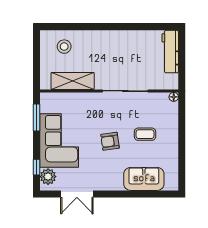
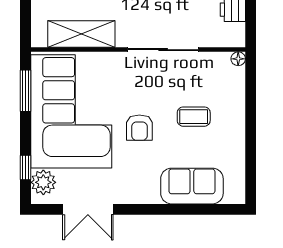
corner sofa: (59, 141) -> (71, 111), width x1.36, depth x1.36
armchair: (110, 141) -> (139, 128), turned -82

